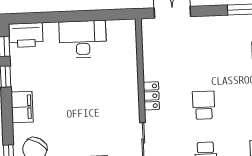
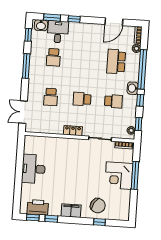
printer: (26, 35) -> (38, 207), moved, turned -90
school desk: (202, 54) -> (51, 97), added

